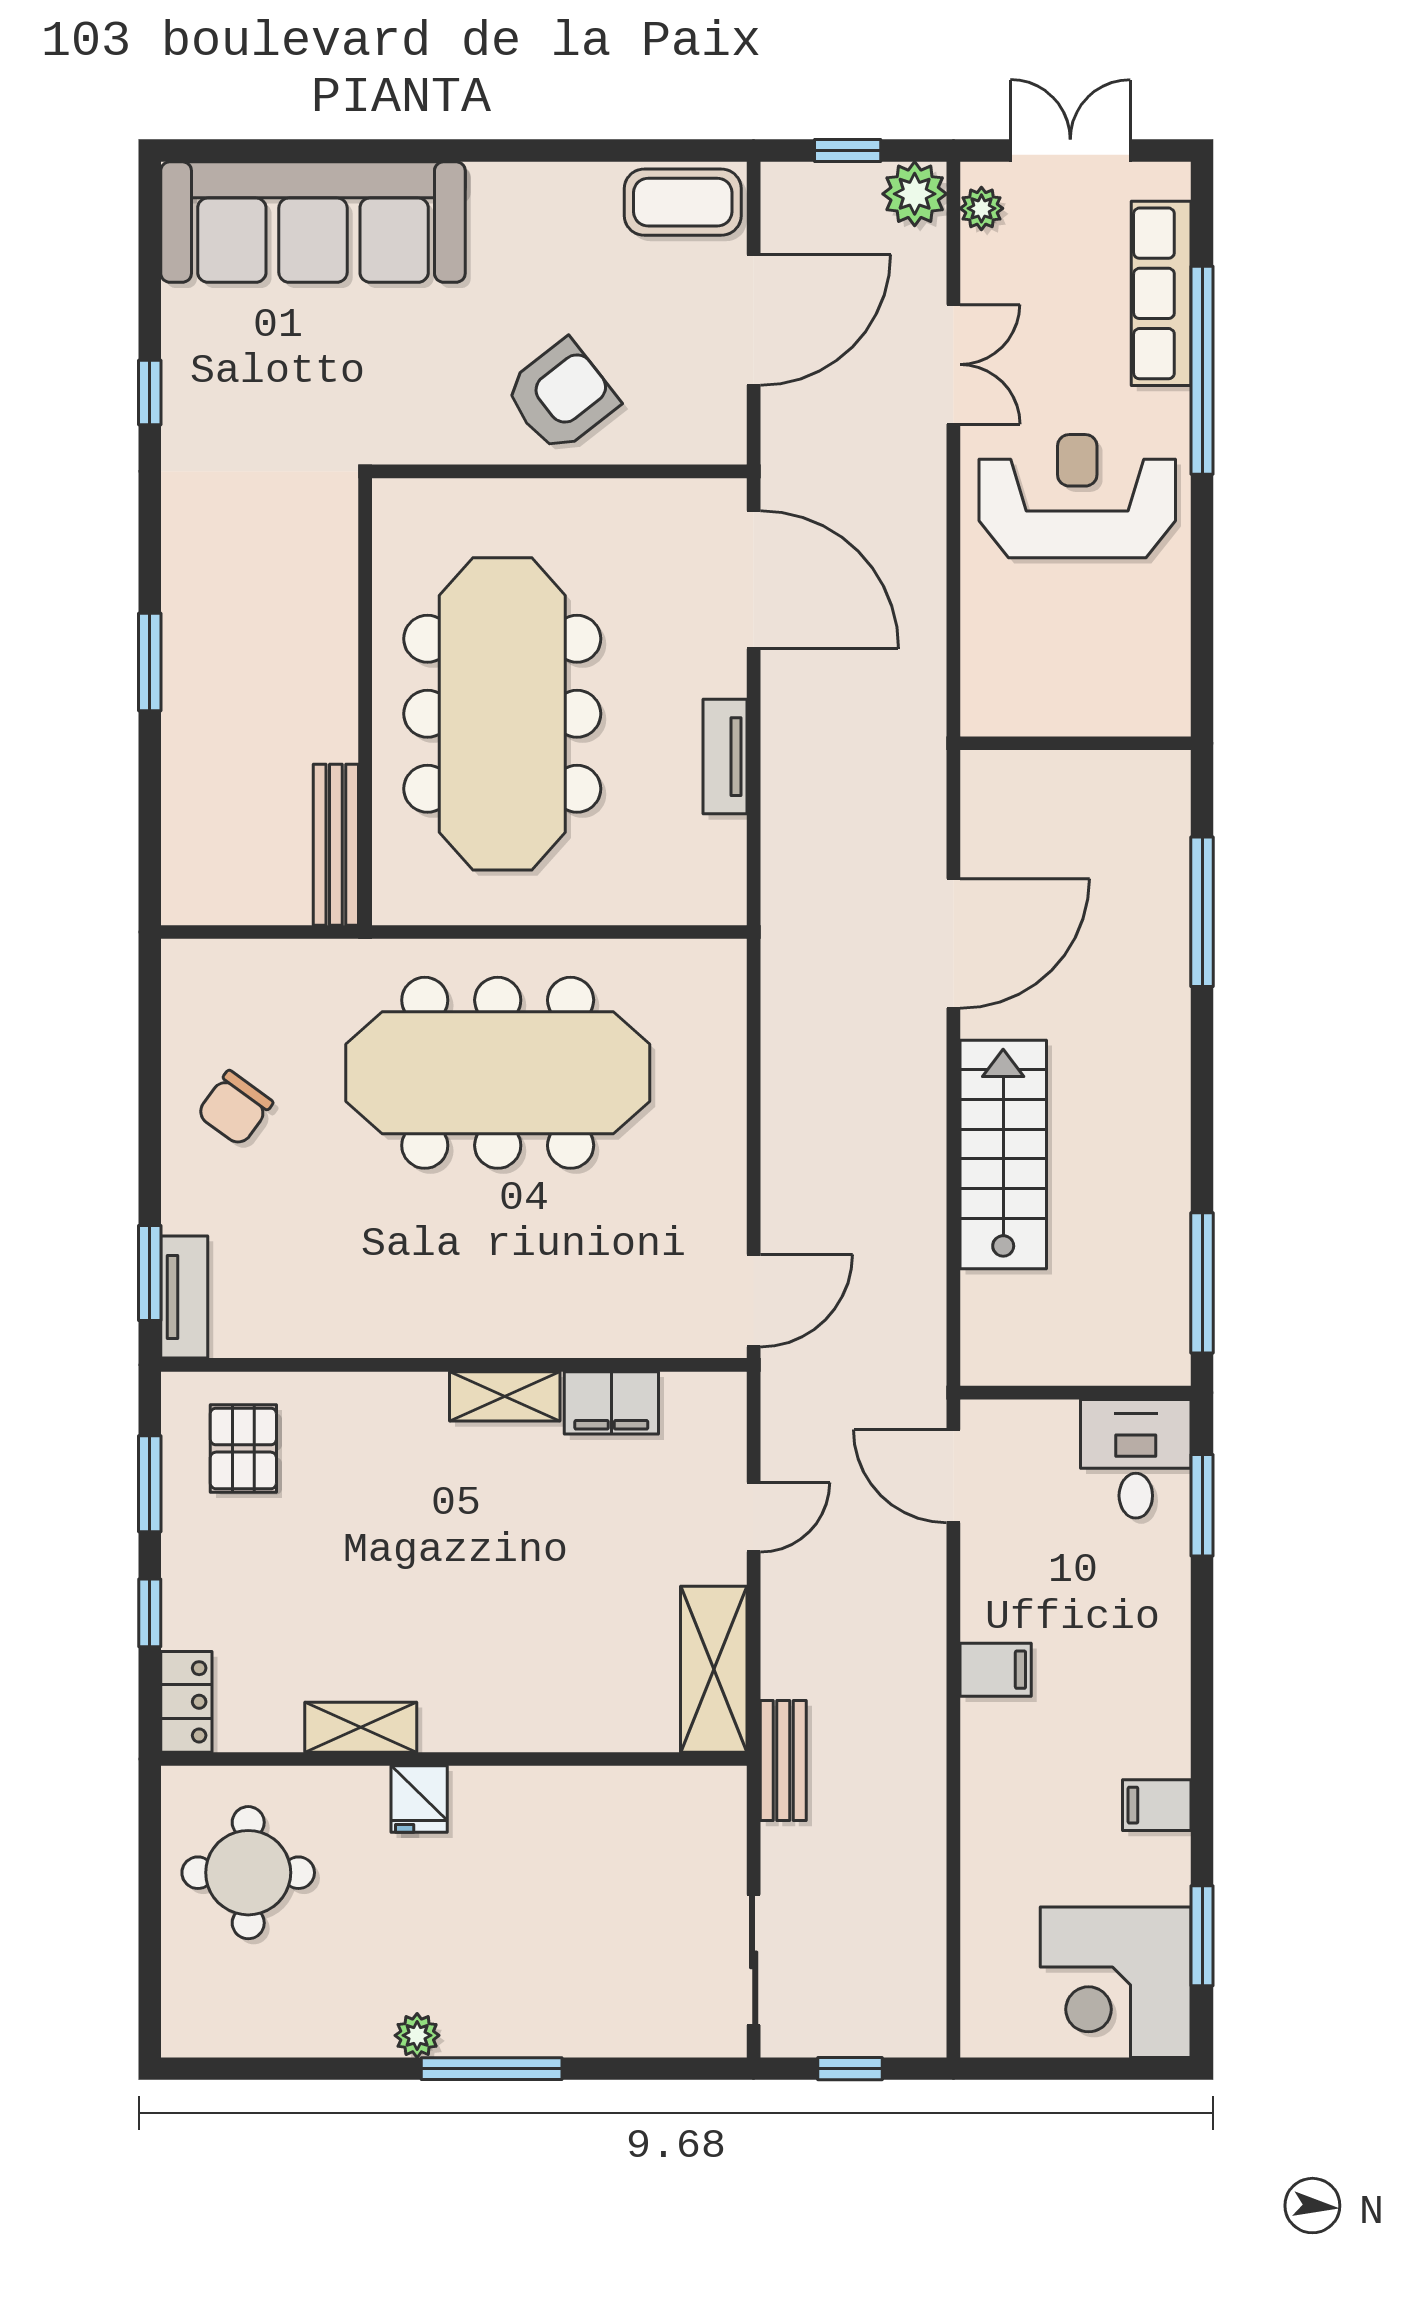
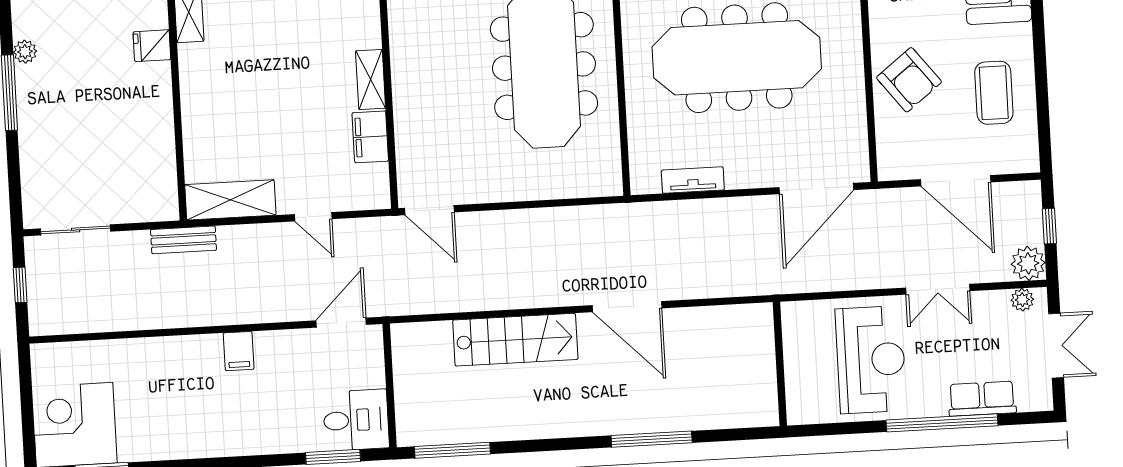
coffee table: (683, 202) -> (994, 93), moved
row of seats: (1161, 293) -> (982, 399), width x0.68
wall: (1076, 743) -> (780, 364), moved
tv unit: (725, 757) -> (693, 180), moved
filing cabinet: (1157, 1805) -> (171, 442), removed

